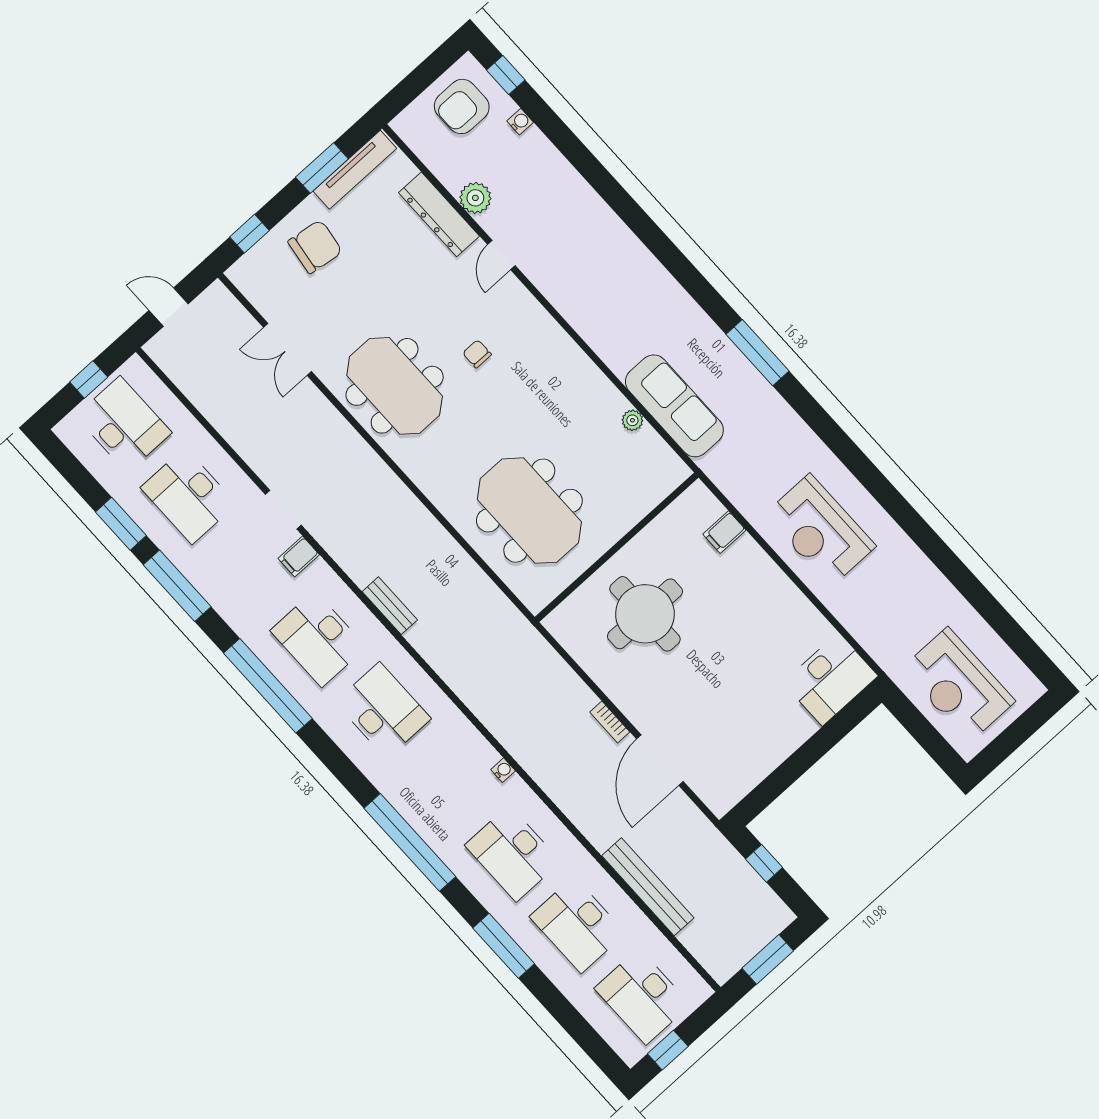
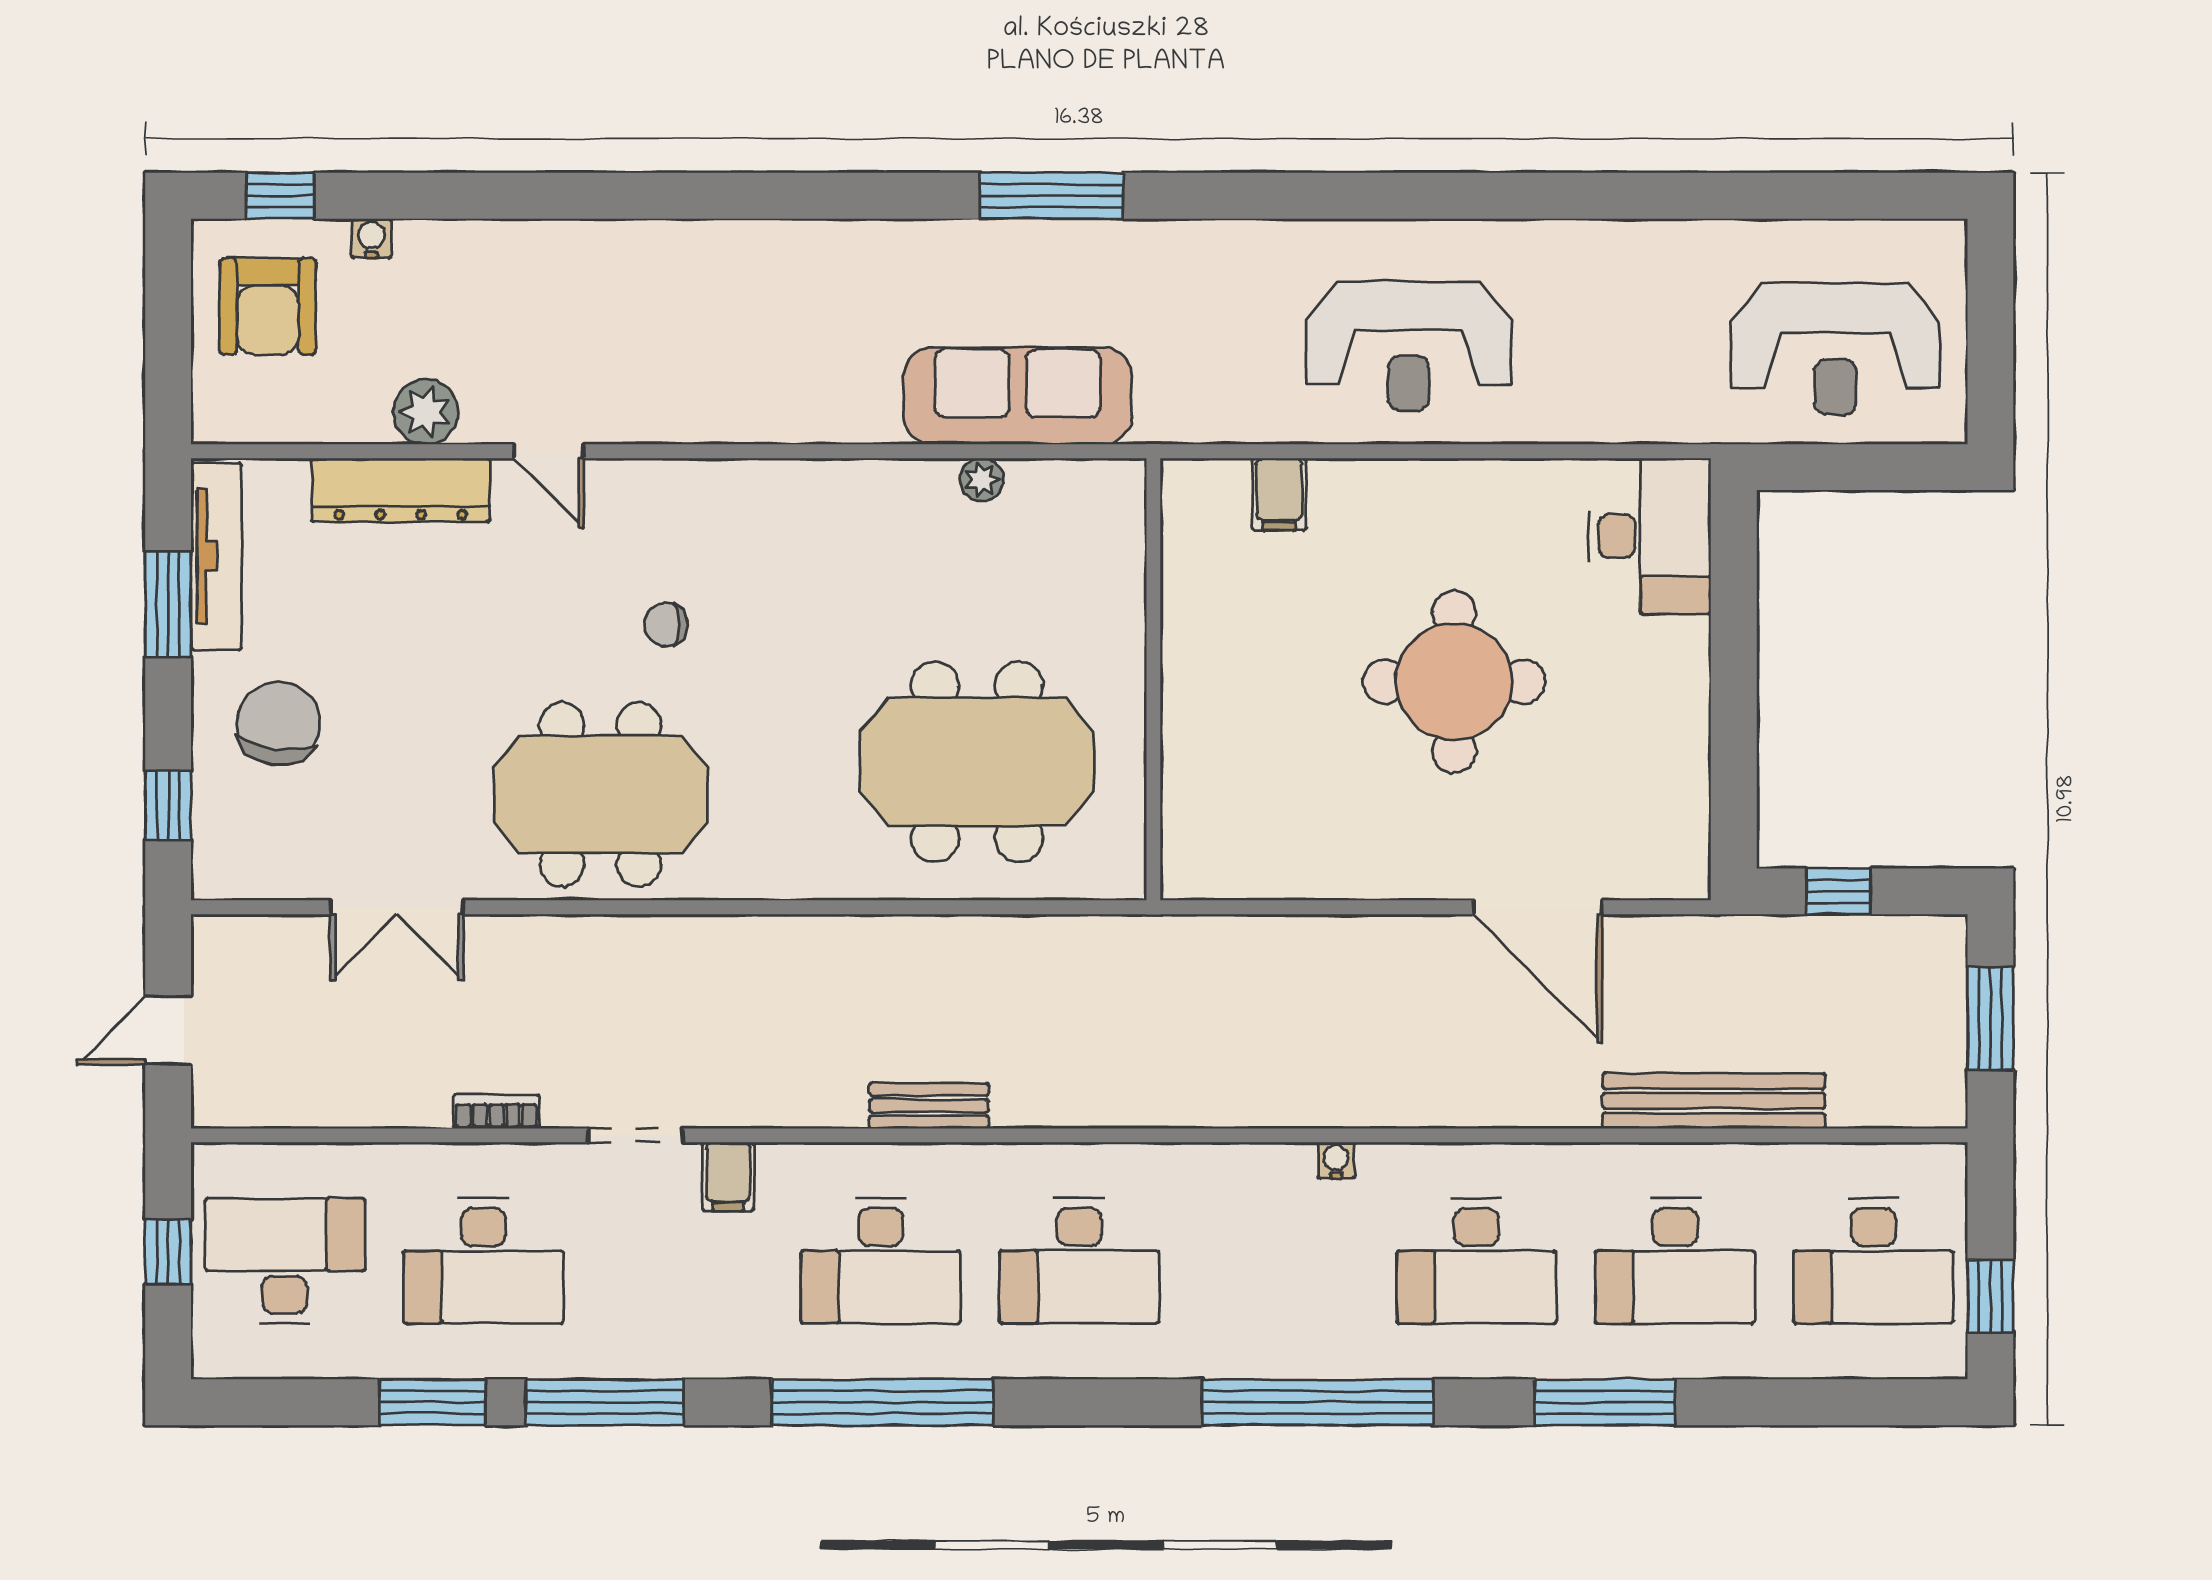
round table: (645, 614) -> (1454, 682), moved
desk: (383, 710) -> (1079, 1261), turned 180
bookcase: (610, 722) -> (496, 1111), moved, turned 180

